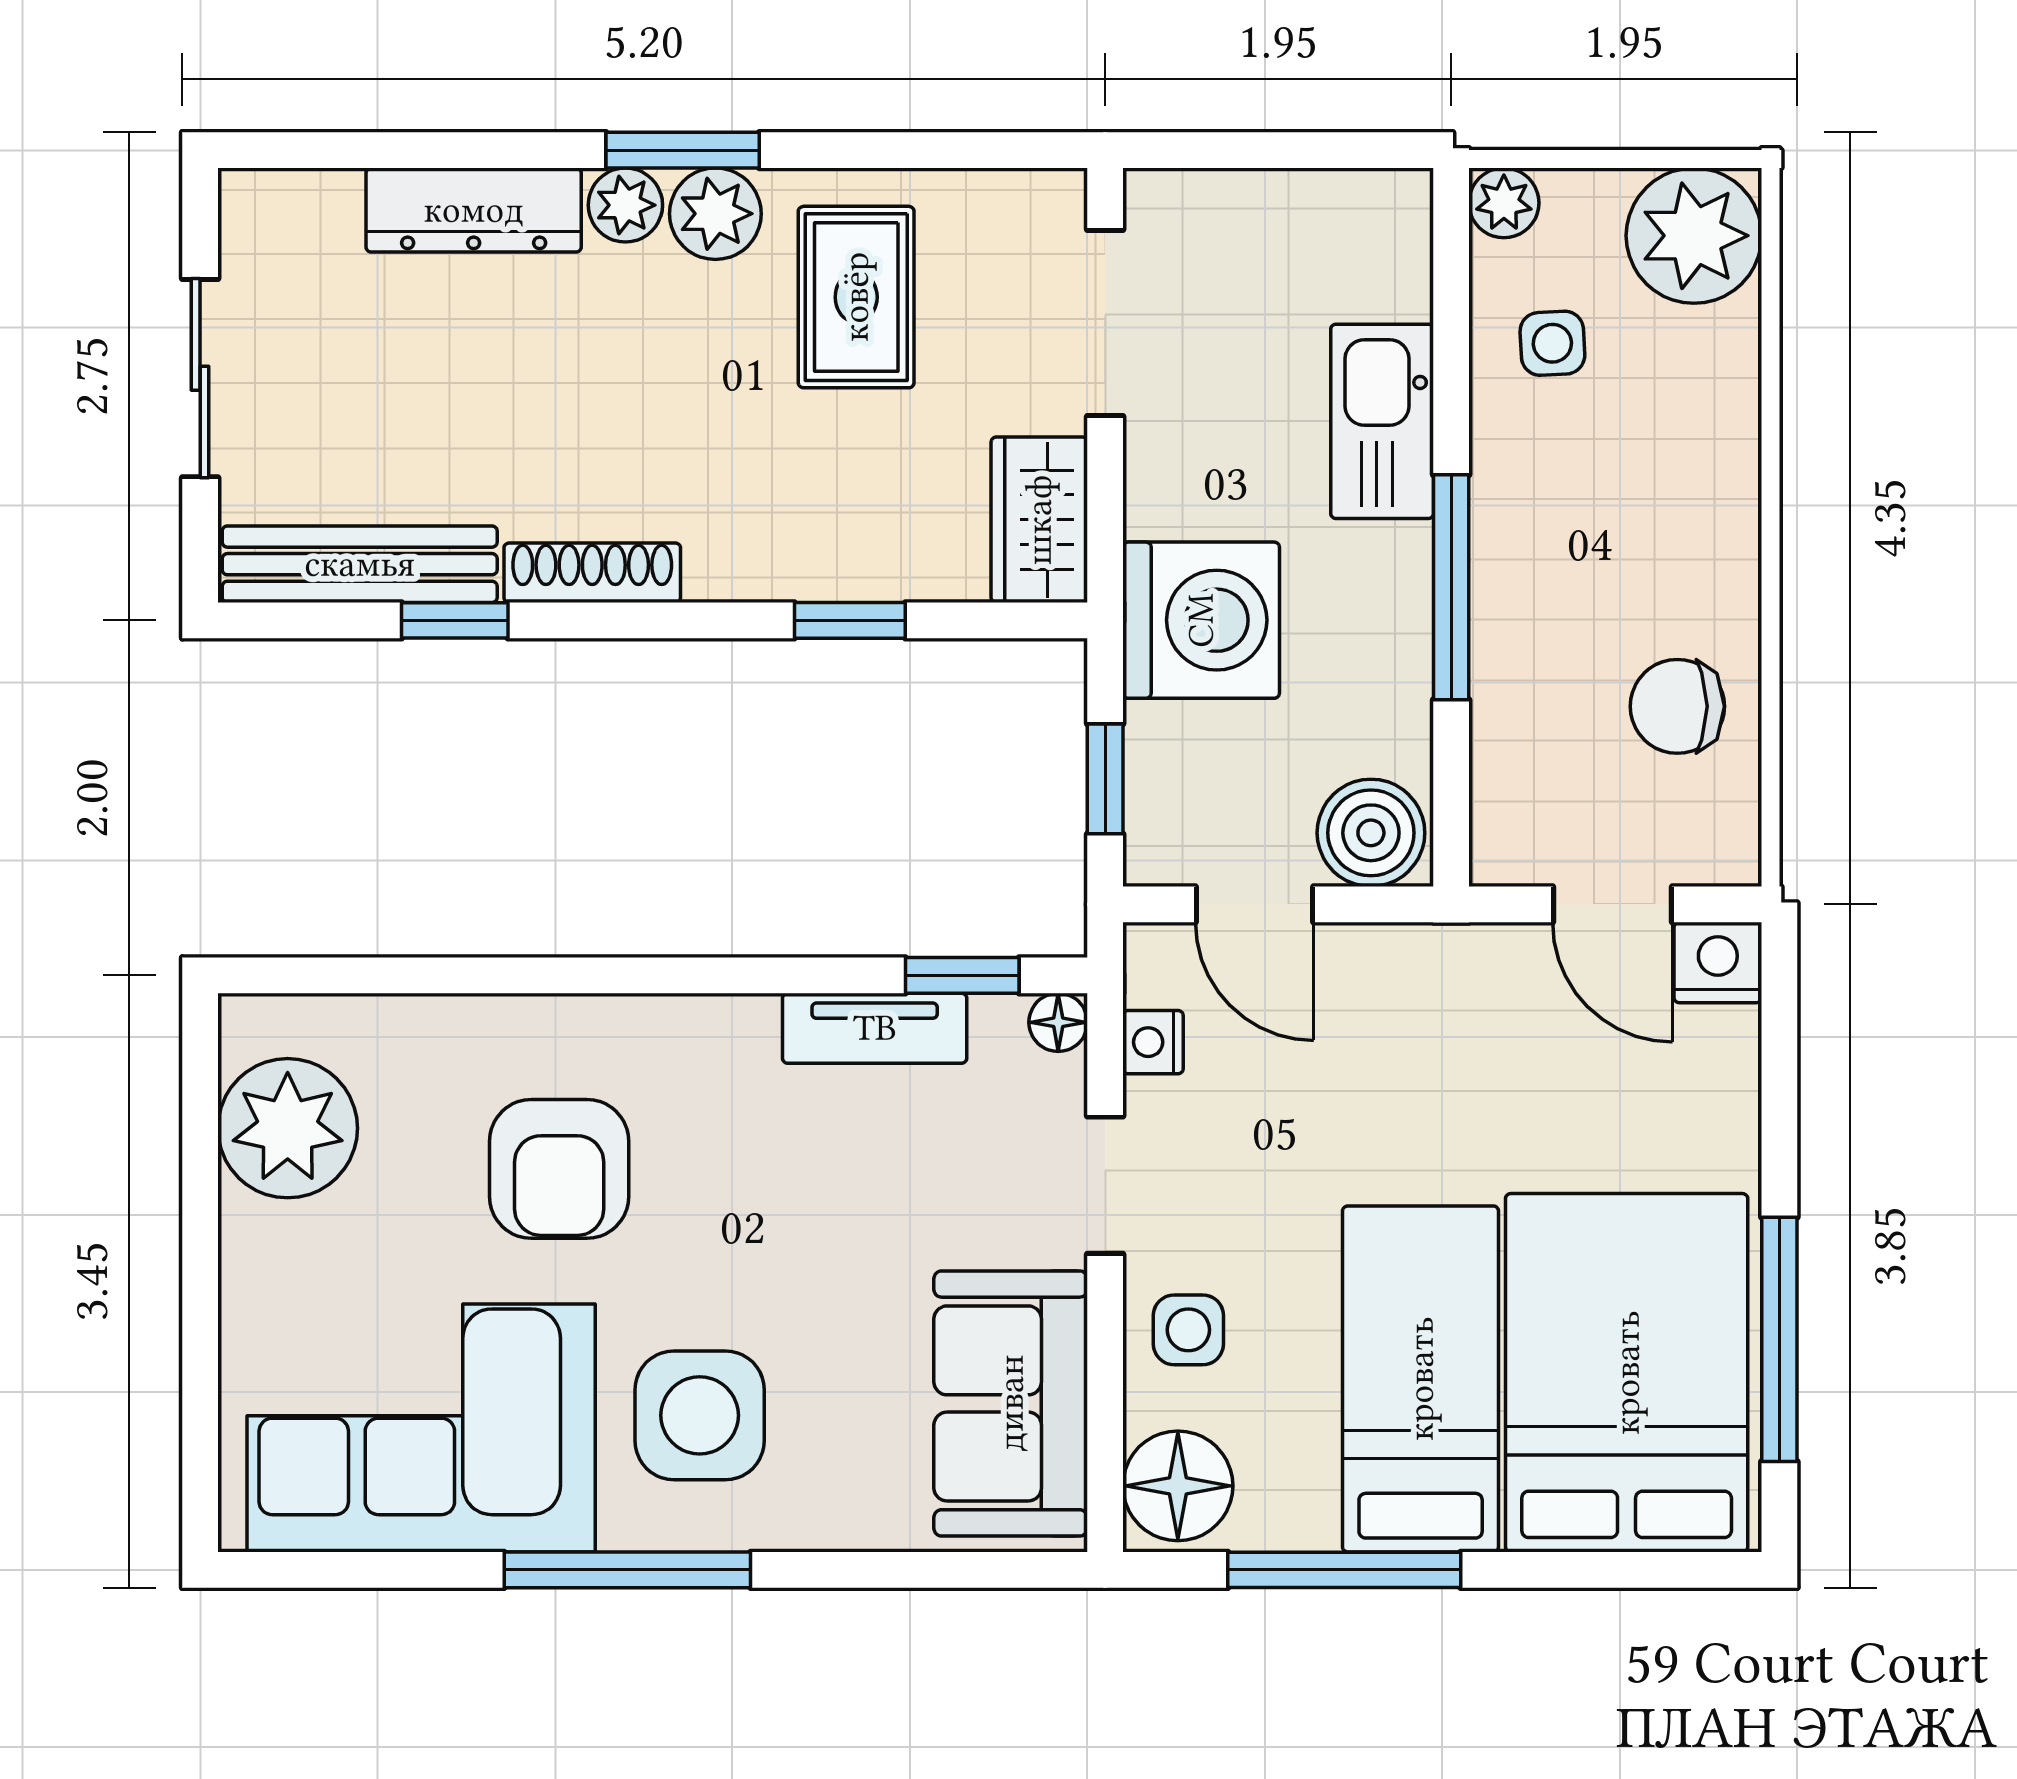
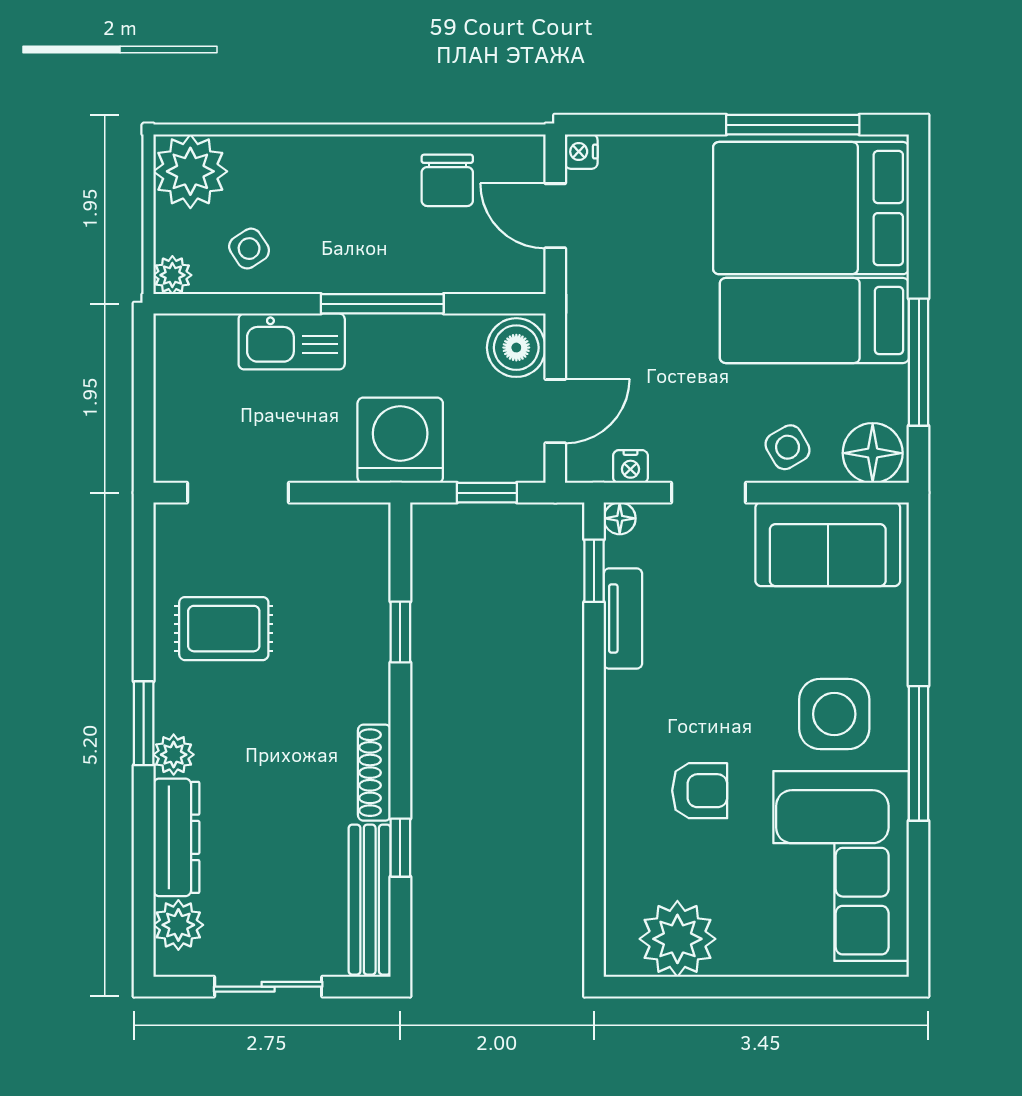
plant: (715, 214) -> (178, 925), moved
side table: (1552, 343) -> (249, 249), turned -30
wardrobe: (1039, 520) -> (345, 529), removed
door: (1612, 904) -> (555, 216), swing flipped
nightstand: (1718, 962) -> (581, 152), width x0.72, depth x0.74
armchair: (559, 1169) -> (700, 791), width x0.72, depth x0.72
side table: (1188, 1330) -> (788, 447), turned -30

